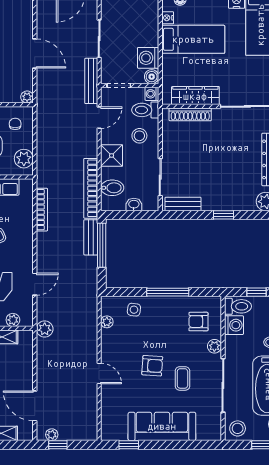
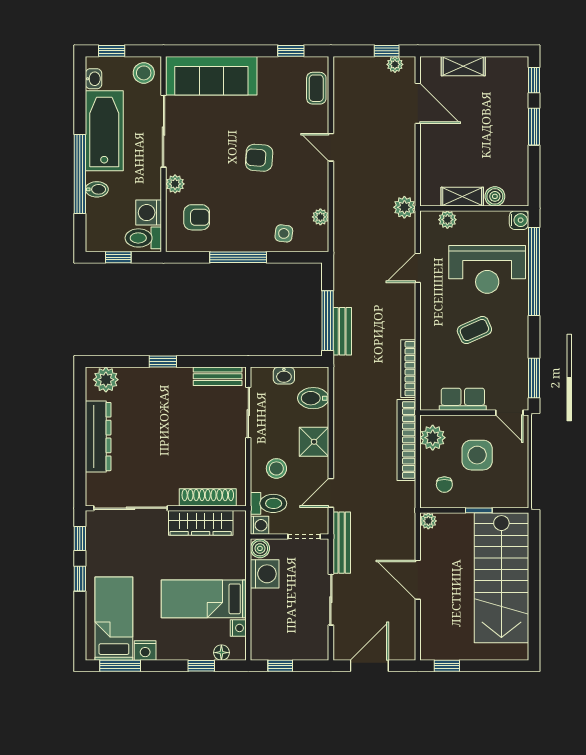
bookcase: (91, 188) -> (406, 440), moved, turned 180
coffee table: (182, 378) -> (316, 88), moved
sofa: (162, 426) -> (211, 76), moved

